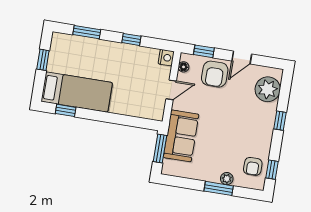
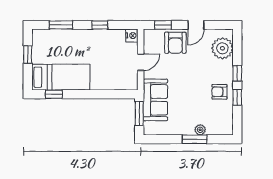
floor lamp: (183, 67) -> (148, 41), removed
armchair: (253, 166) -> (219, 92), moved, turned 90
window: (272, 170) -> (237, 97), moved

